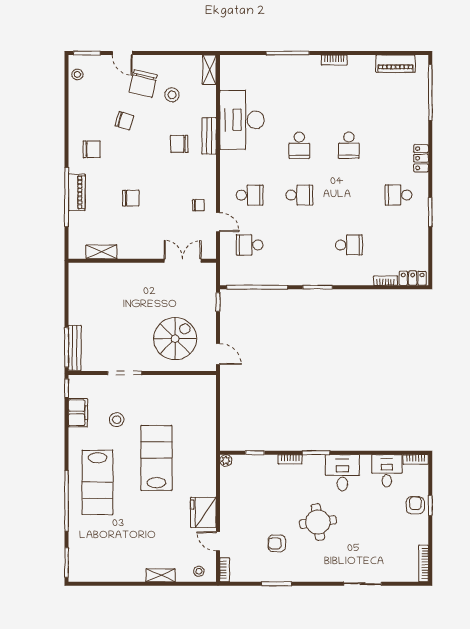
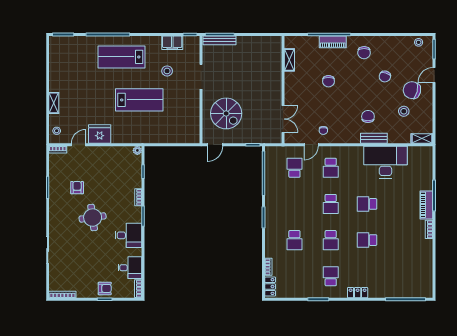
piano: (396, 64) -> (426, 205), moved
school desk: (349, 195) -> (331, 240), added

